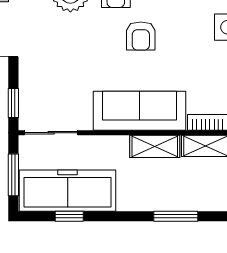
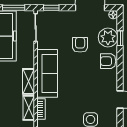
armchair: (141, 36) -> (80, 45), moved, turned 90

